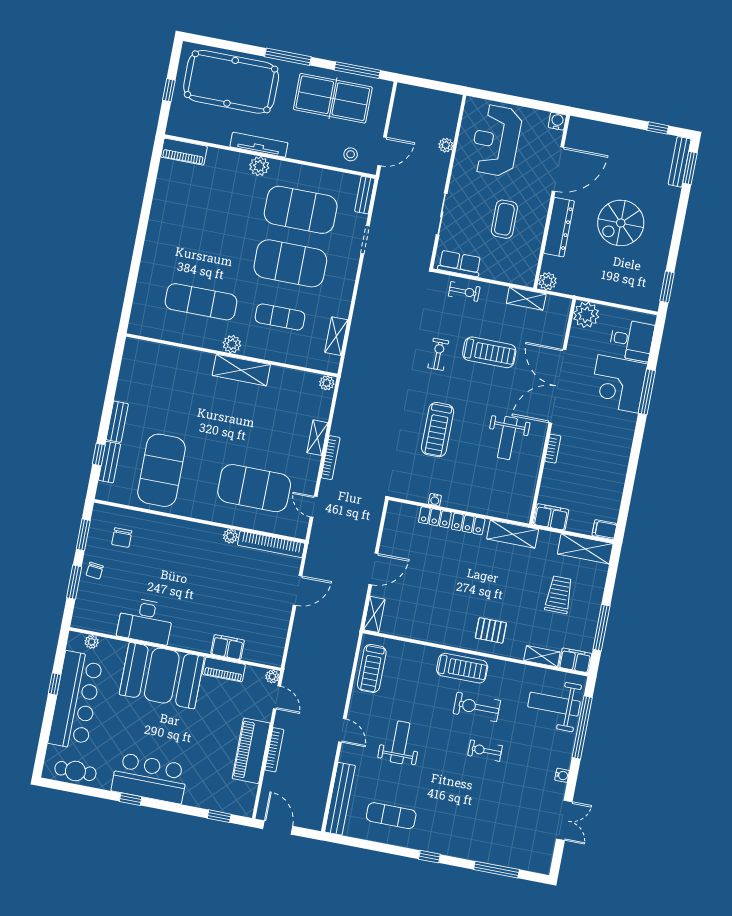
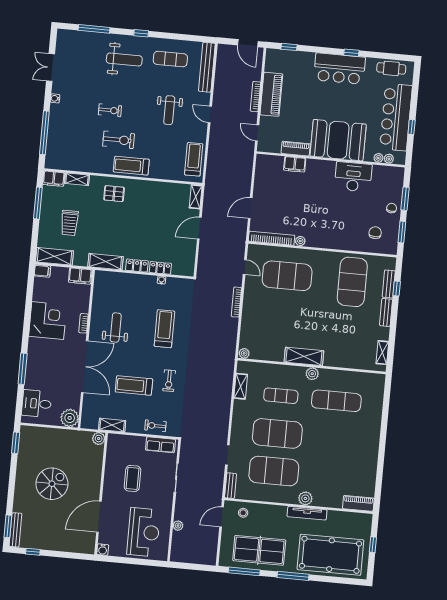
dresser: (559, 227) -> (94, 477), removed
corner desk: (618, 384) -> (48, 321), moved
shelving: (317, 438) -> (382, 353), moved
plant: (272, 676) -> (378, 158), moved
weight bench: (554, 704) -> (124, 60), moved

